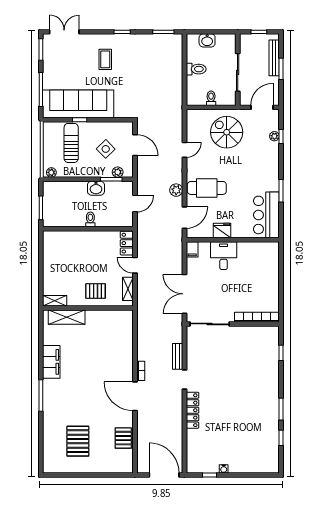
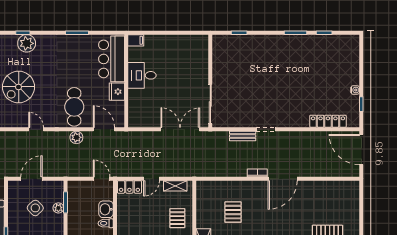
plant: (274, 136) -> (27, 43), width x1.88, depth x1.88
plant: (118, 172) -> (58, 208), moved
washbasin: (96, 188) -> (106, 209), moved, turned 180
door: (135, 204) -> (102, 179), moved
bar counter: (266, 215) -> (111, 59), moved, turned 90
filing cabinet: (192, 249) -> (136, 40), moved
desk: (224, 256) -> (142, 75), moved
double door: (184, 294) -> (180, 129), swing flipped
bookcase: (257, 317) -> (203, 57), removed
locker: (192, 410) -> (328, 121), moved
pallet: (123, 438) -> (233, 212), moved, turned 90
door: (164, 475) -> (361, 150), hinge flipped

